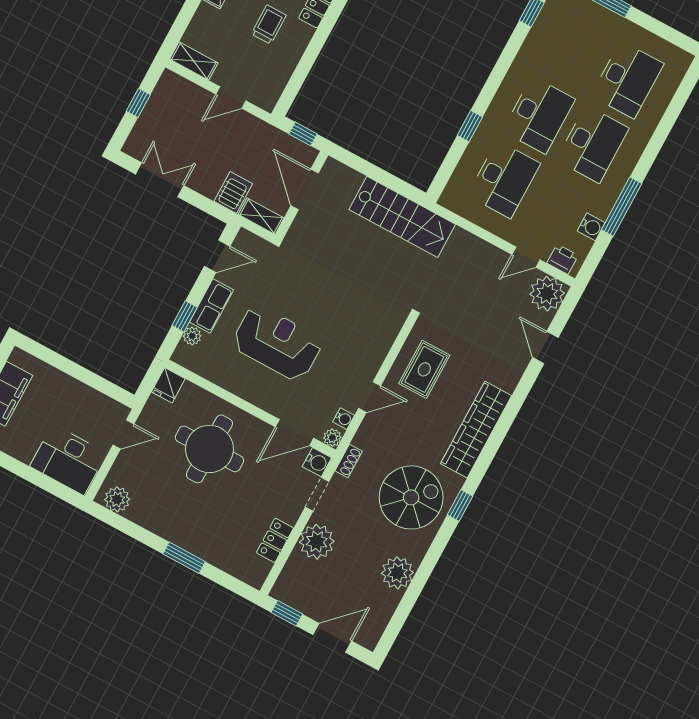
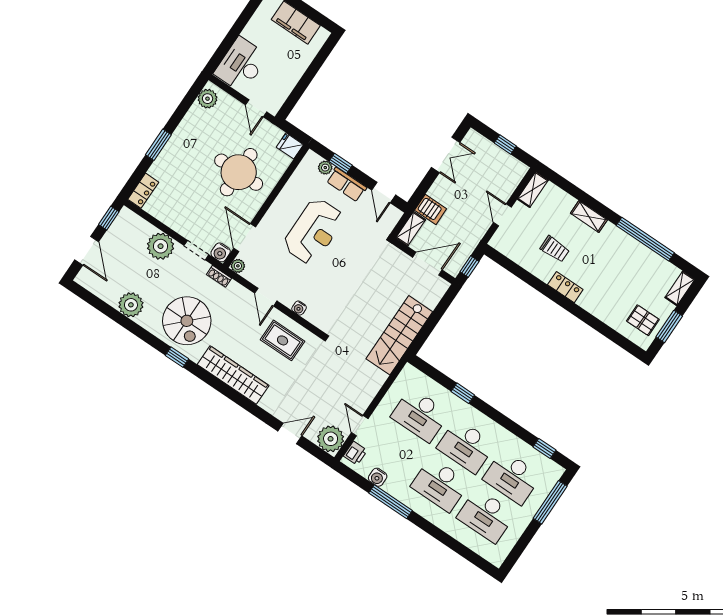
desk: (574, 51) -> (512, 477), added
water cooler: (344, 419) -> (299, 308), moved
locker: (275, 540) -> (143, 191), moved, turned 90

